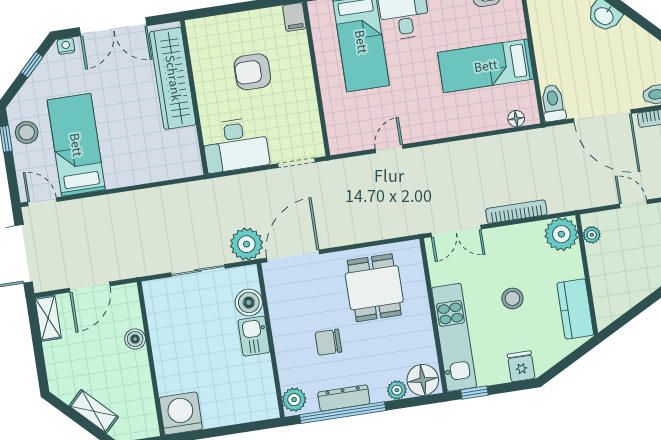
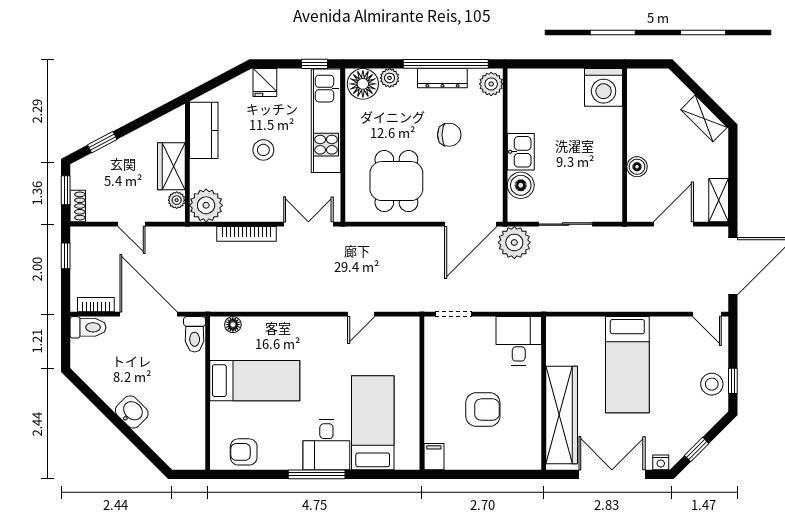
bed: (76, 145) -> (627, 365), moved
desk: (235, 145) -> (519, 341), width x0.73
wardrobe: (602, 268) -> (171, 166), added
shelving: (94, 411) -> (704, 118), moved

